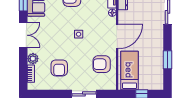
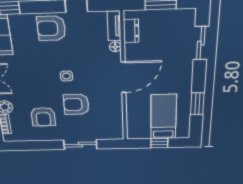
armchair: (102, 64) -> (76, 104), moved
bed: (129, 70) -> (164, 117), moved

